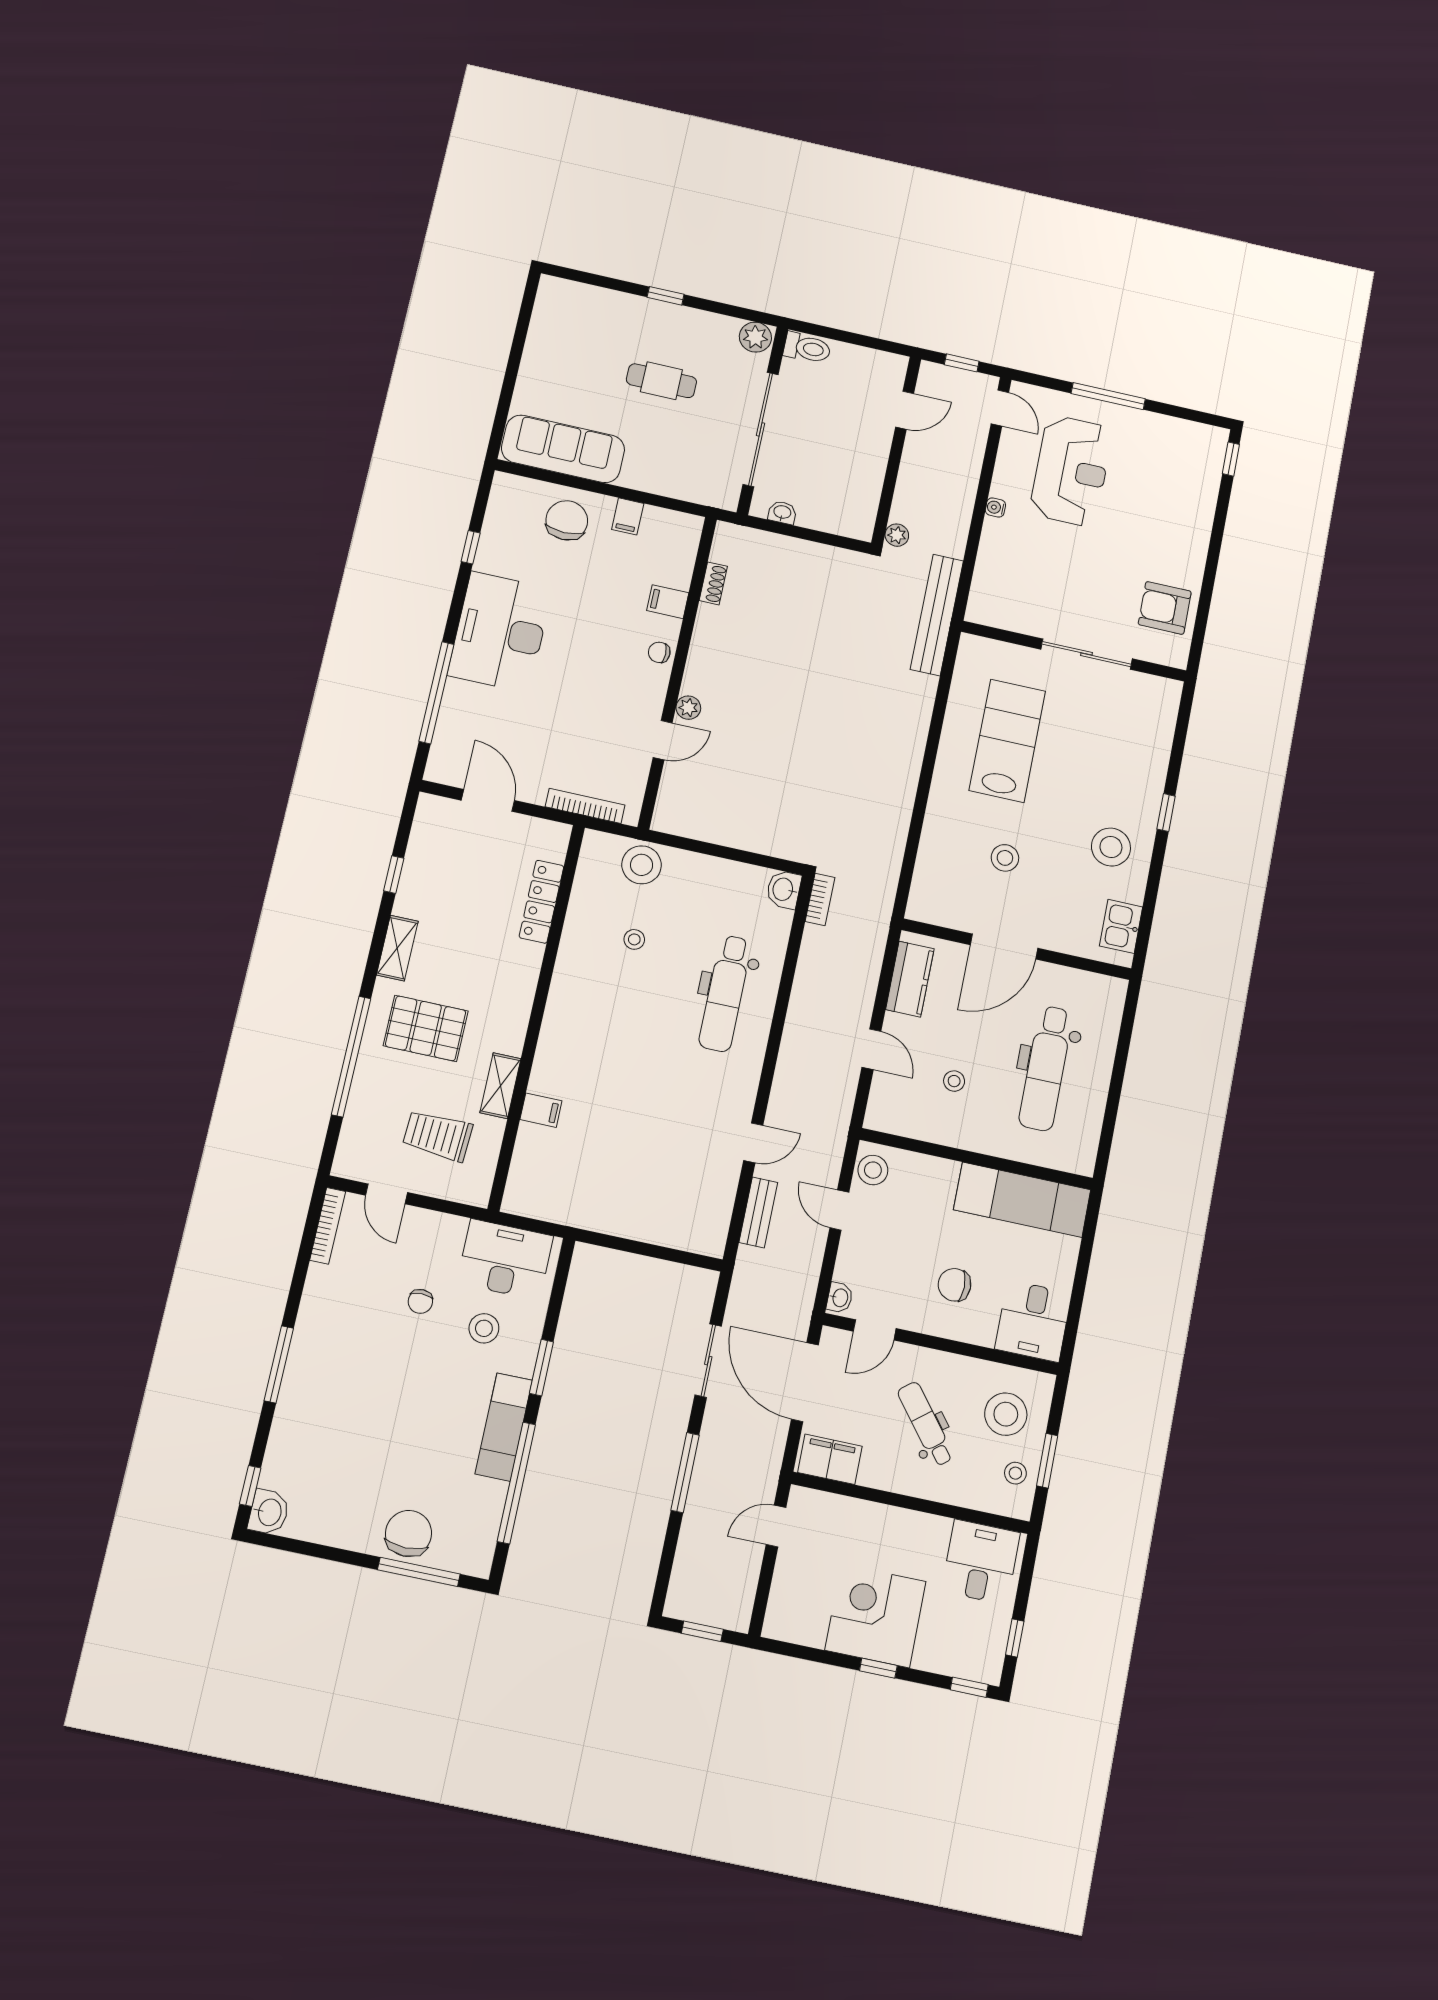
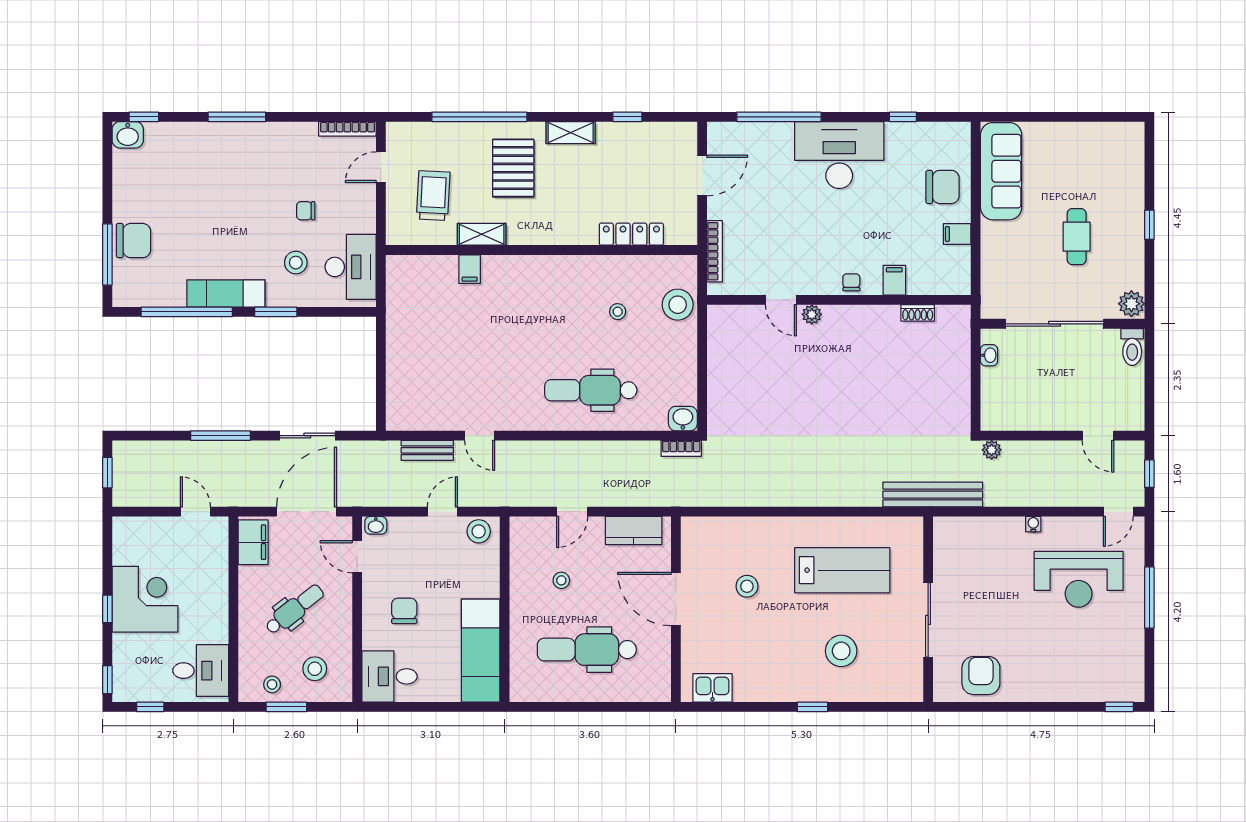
stool: (1111, 847) -> (841, 651), moved
stool: (1006, 1414) -> (315, 669), width x0.73, depth x0.73

